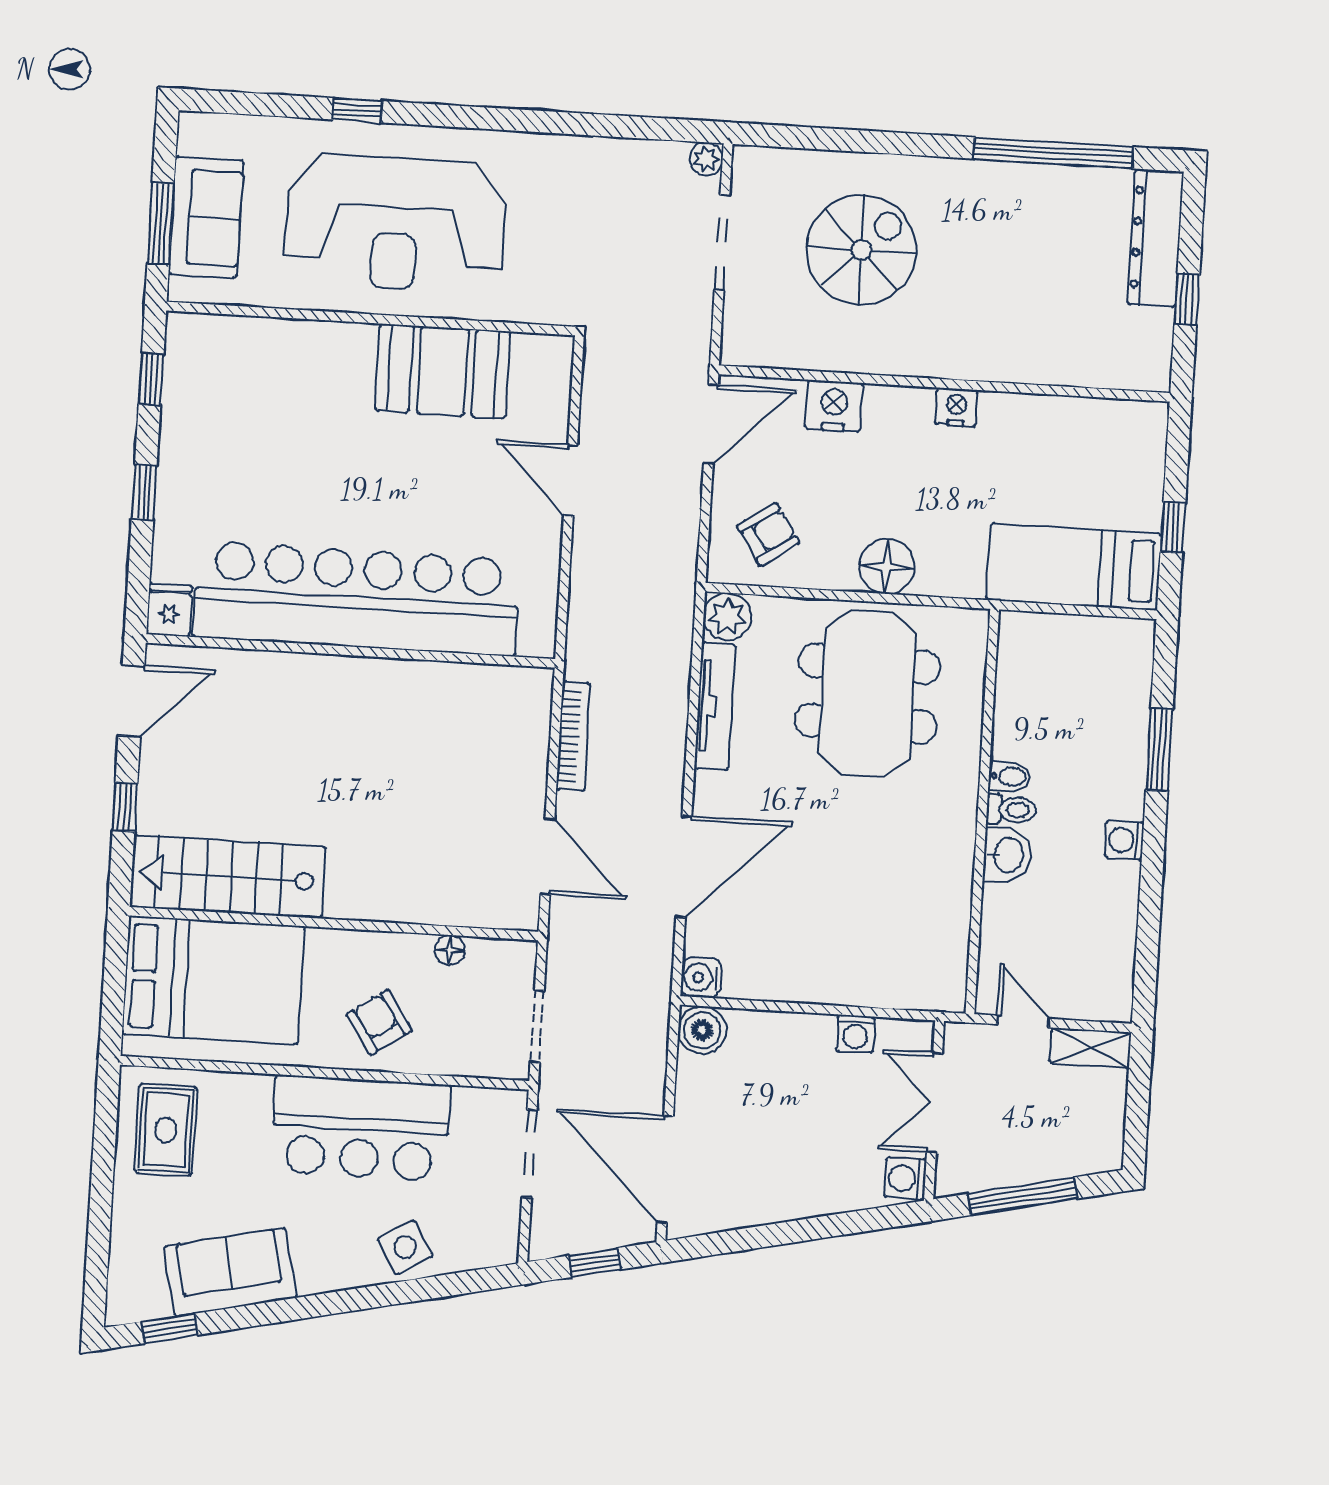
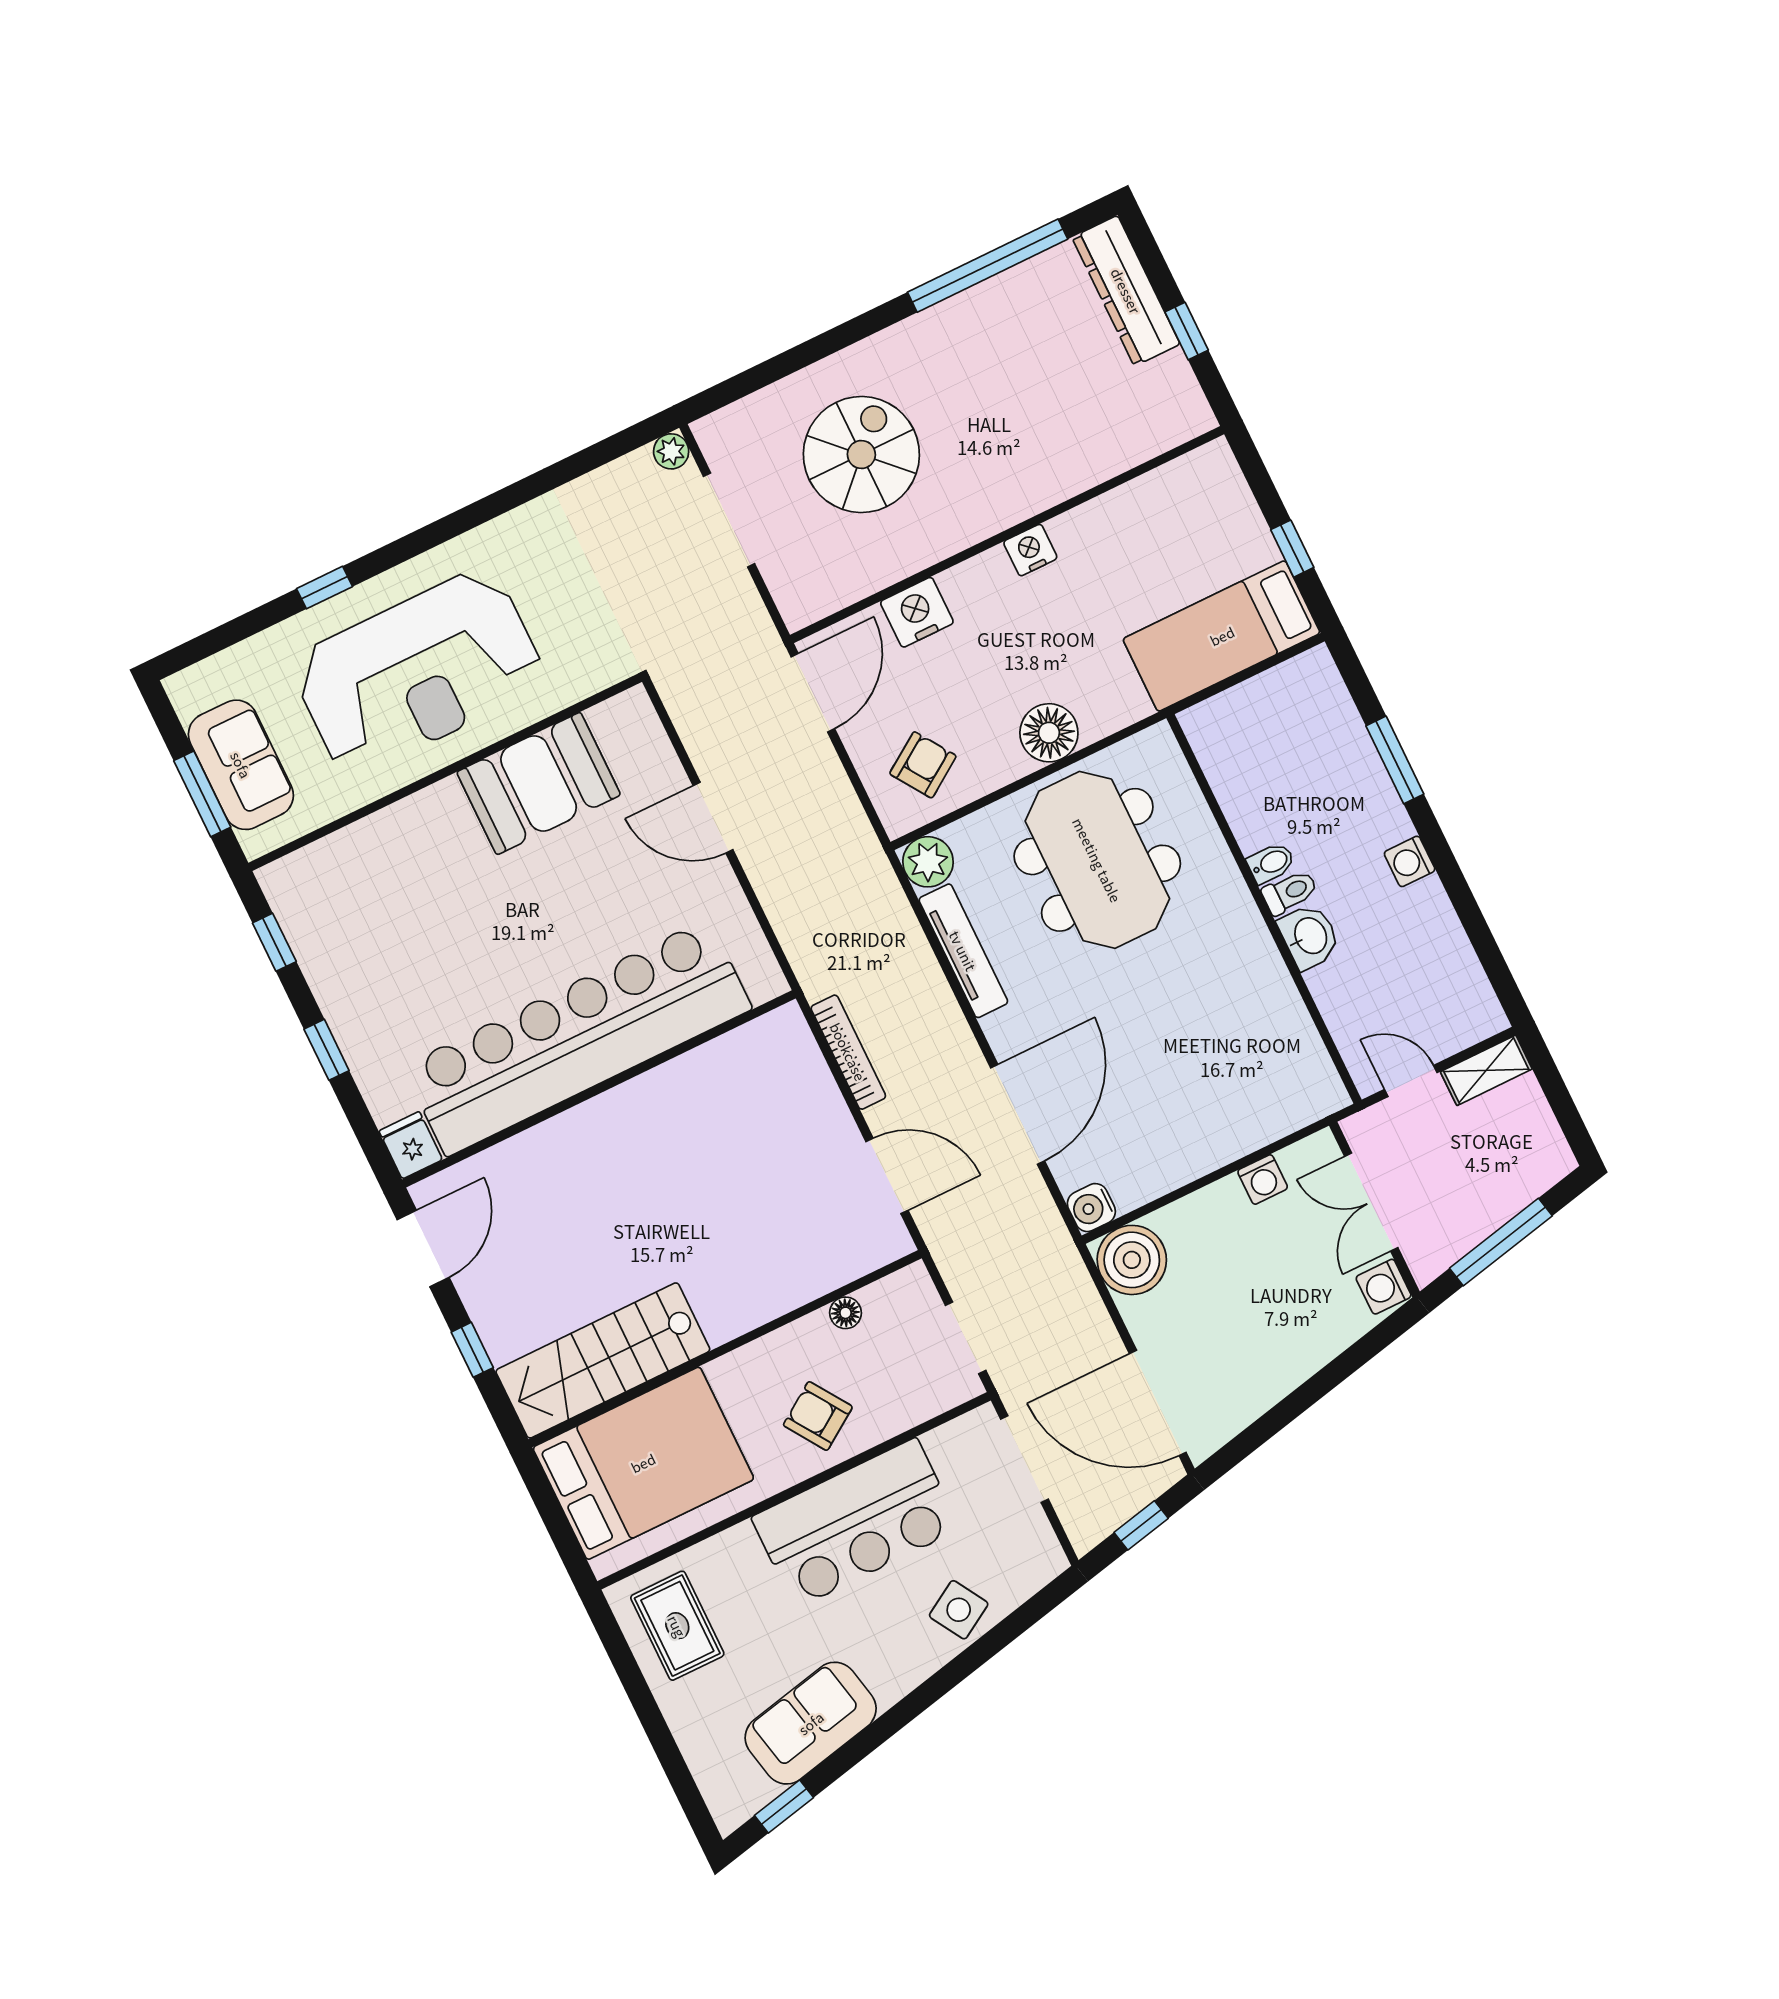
boiler: (702, 1030) -> (1132, 1260), width x1.37, depth x1.37

